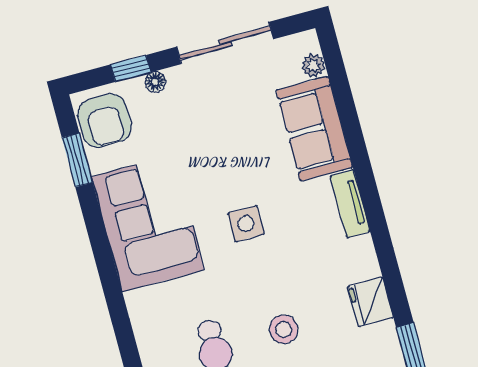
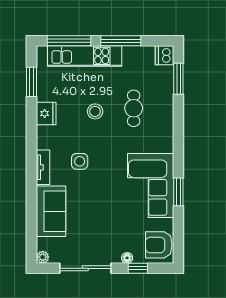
plant: (313, 65) -> (43, 257), moved
armchair: (104, 120) -> (159, 245), turned -90
window: (77, 160) -> (178, 192), moved
side table: (246, 224) -> (80, 161), moved

